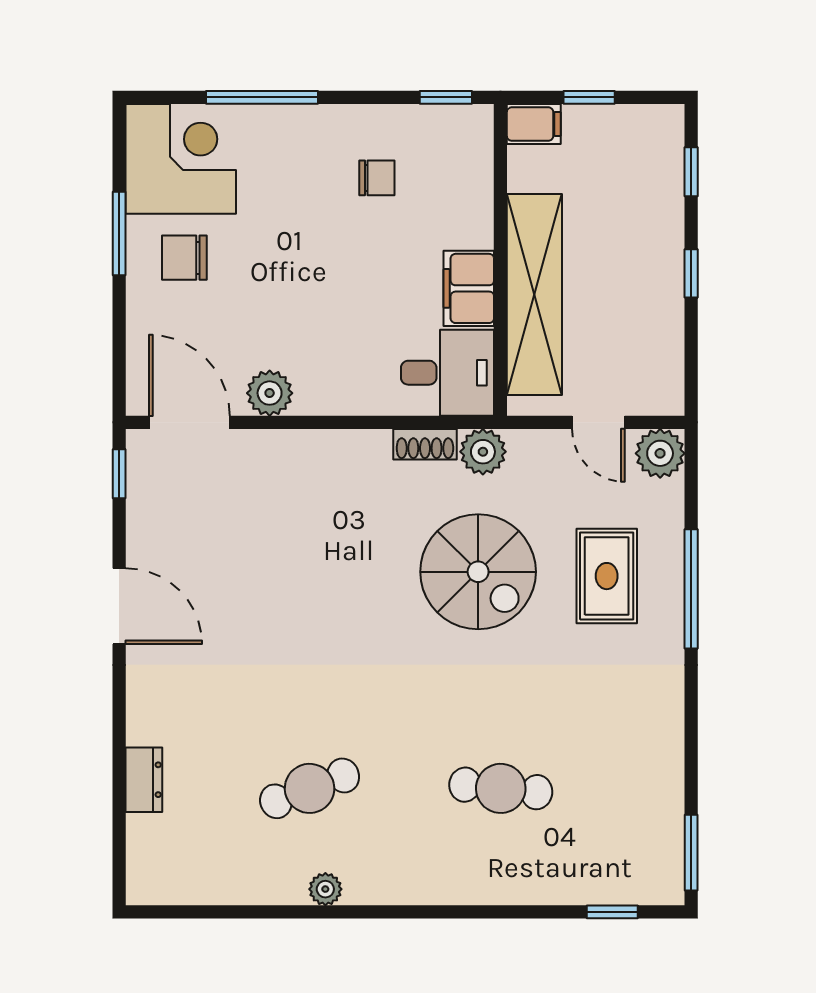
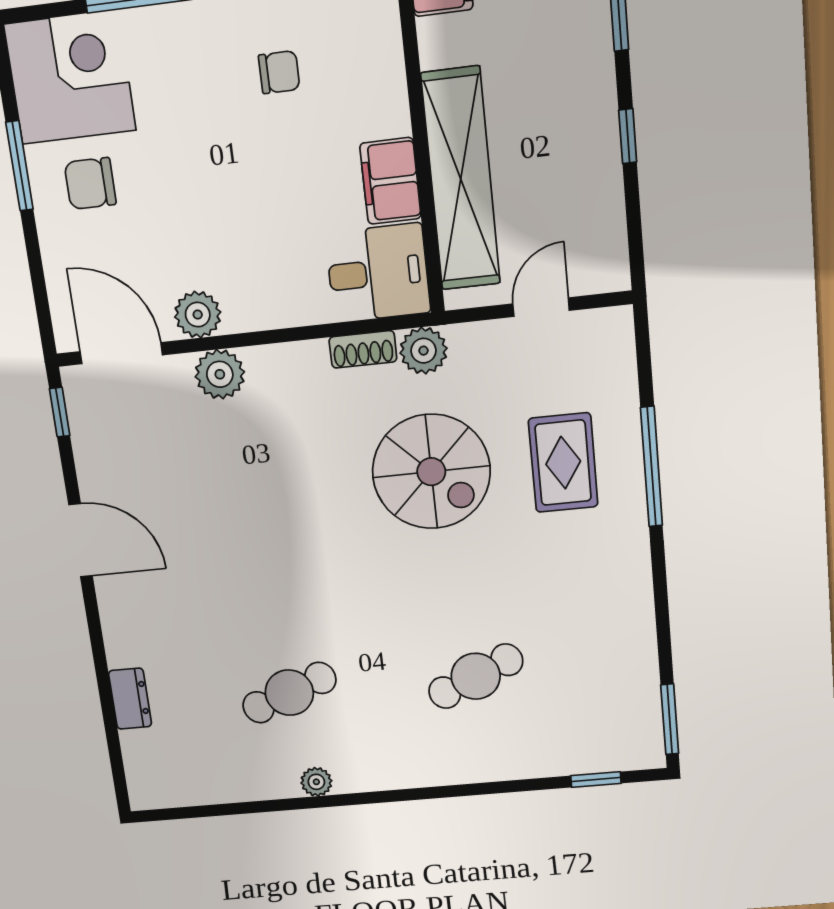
door: (598, 422) -> (541, 307), swing flipped
plant: (660, 453) -> (220, 374), moved
cafe table: (501, 788) -> (476, 676), turned -30

